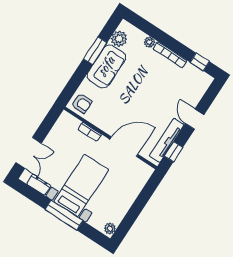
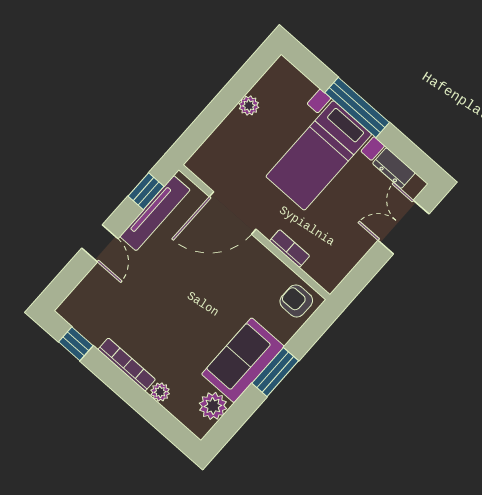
window: (95, 51) -> (275, 372), moved
plant: (110, 229) -> (249, 106), moved

